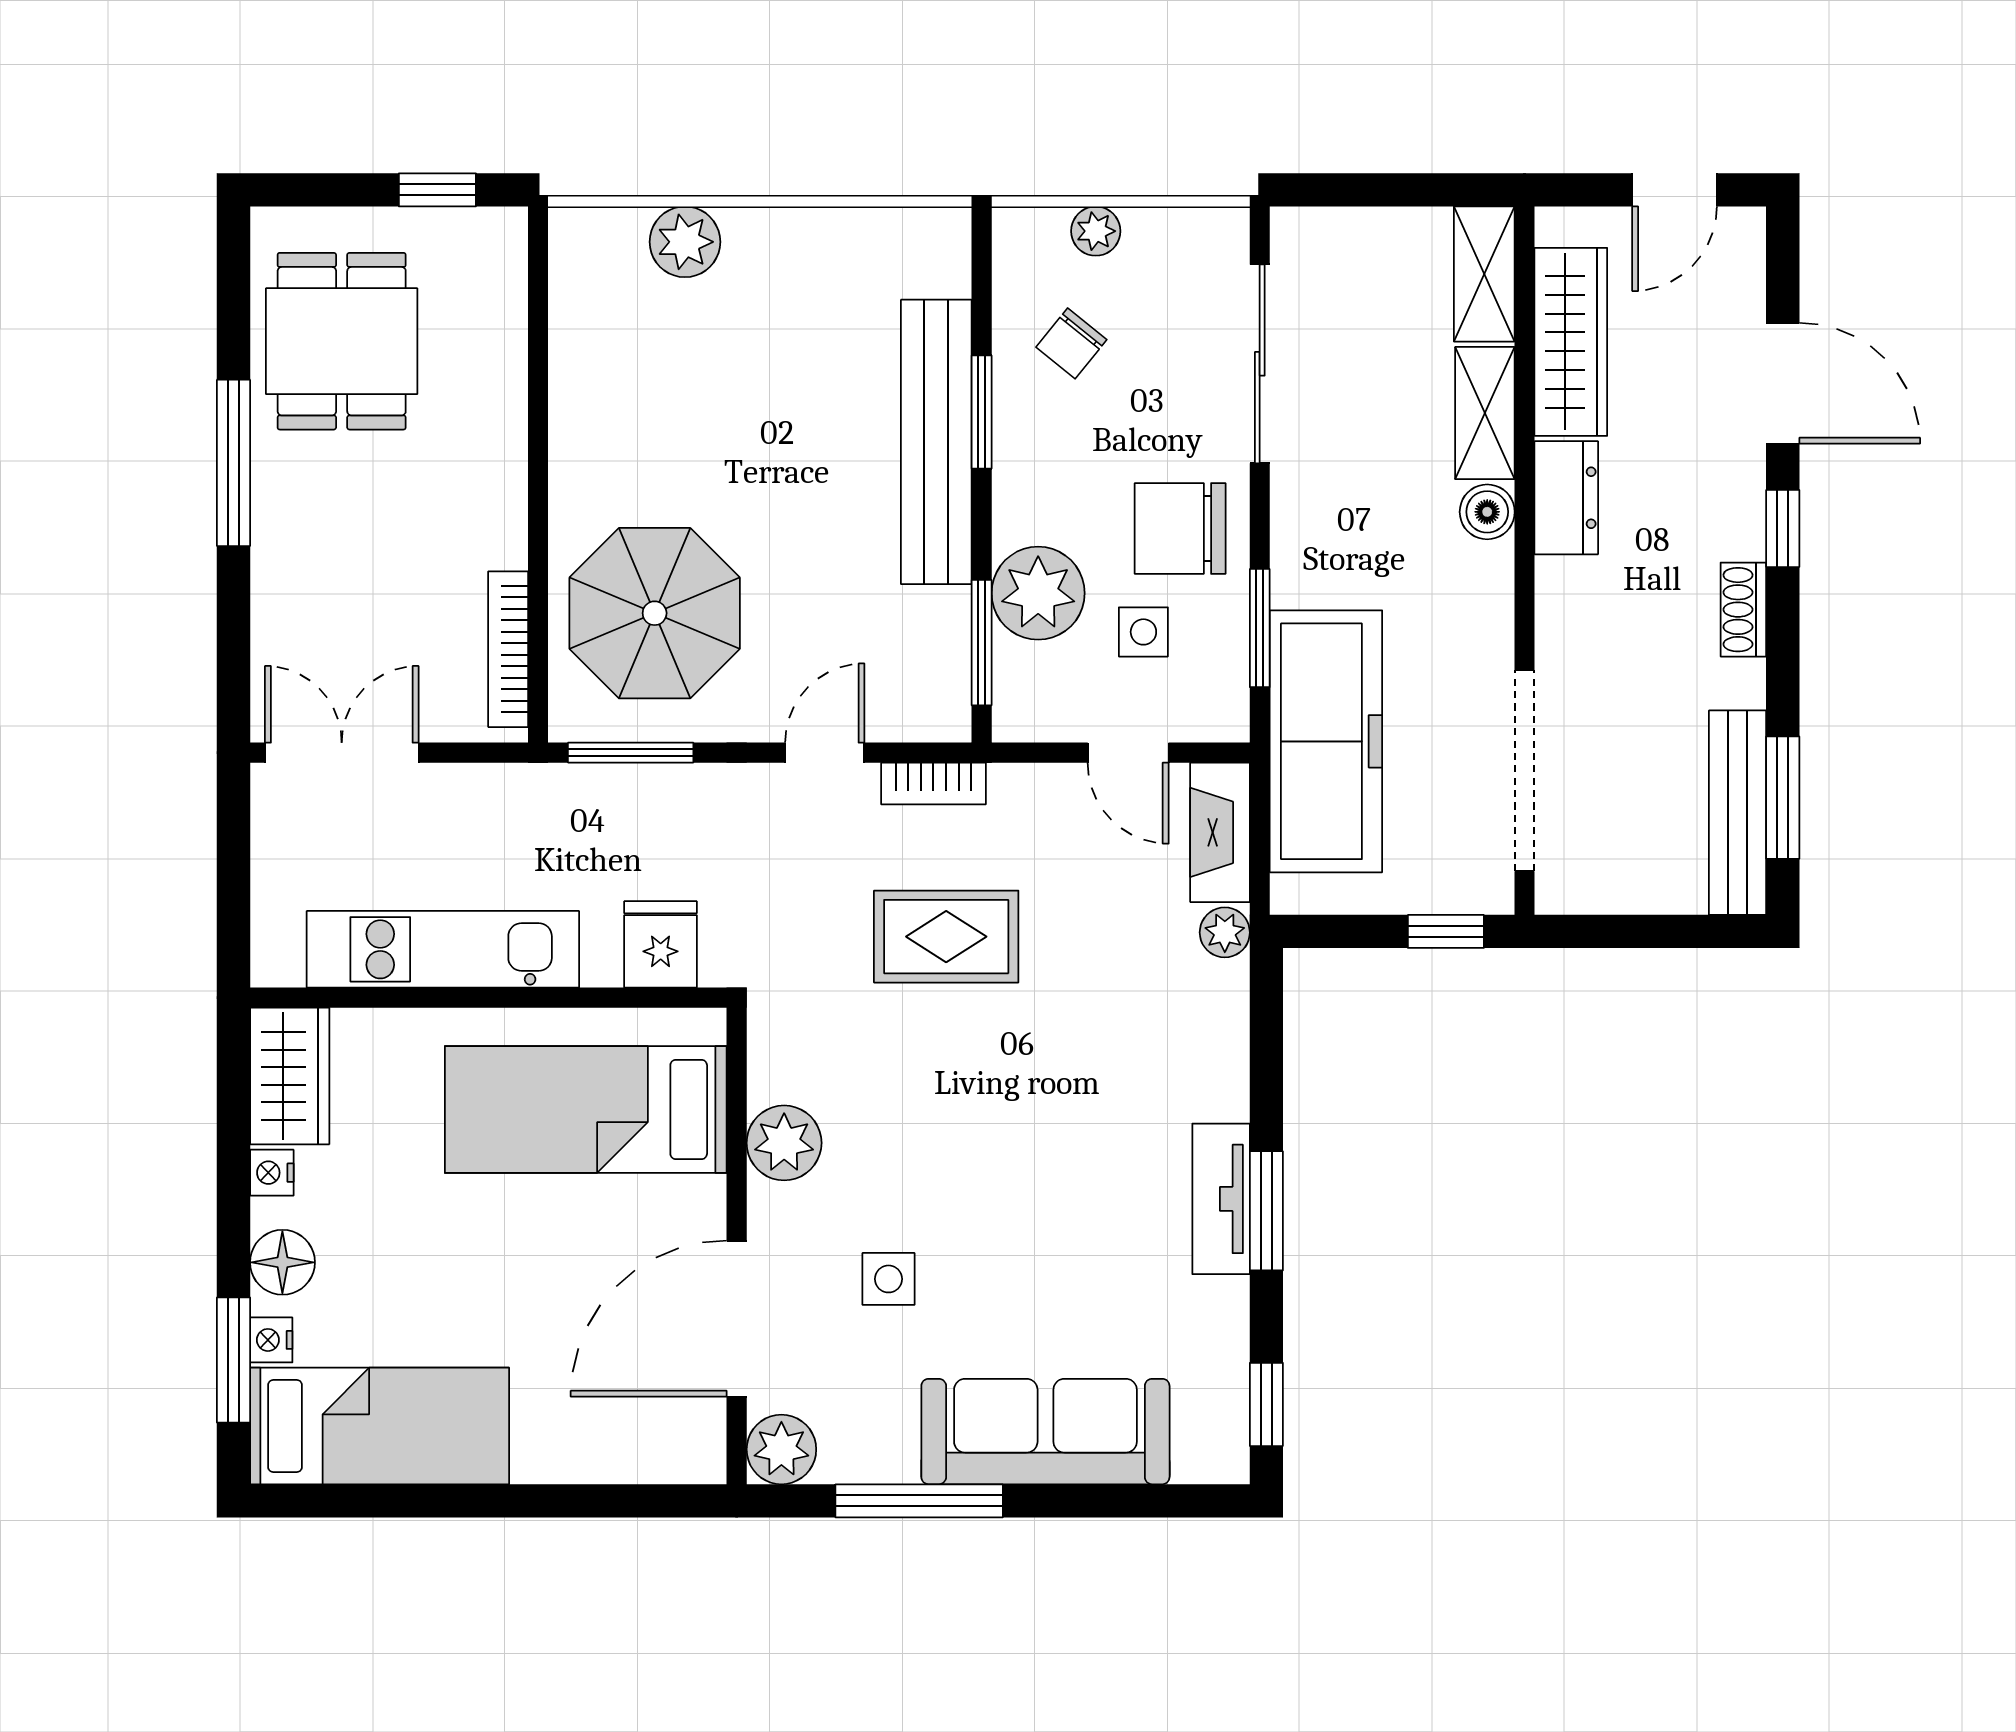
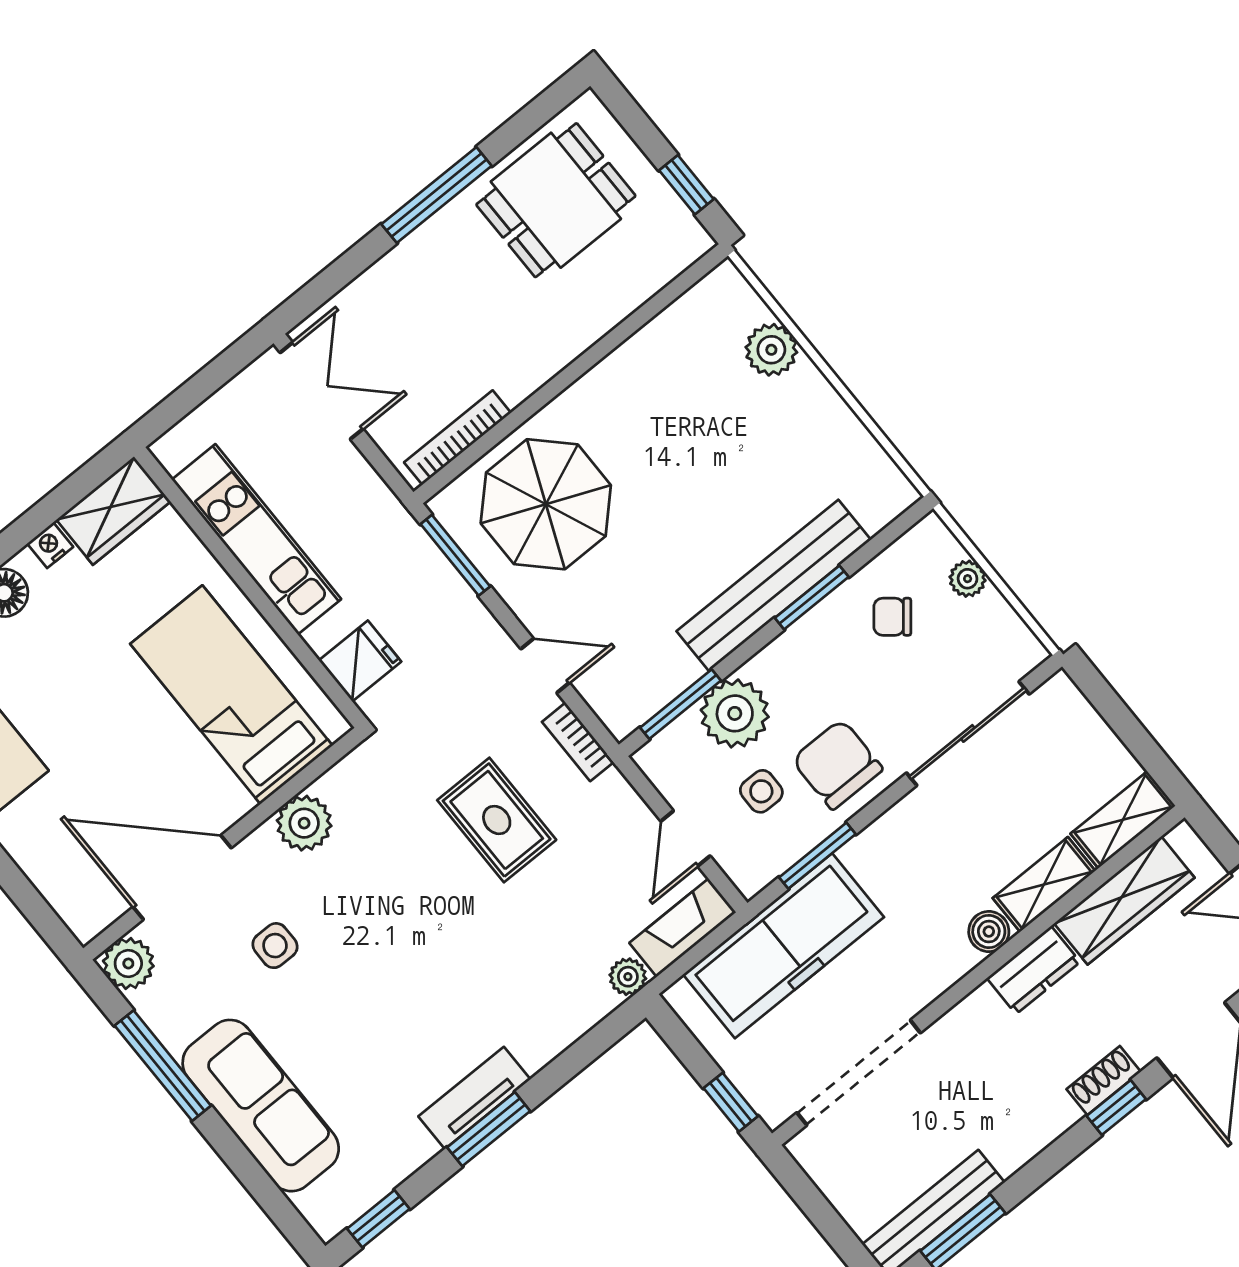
shoe rack: (1743, 610) -> (1104, 1080), moved

